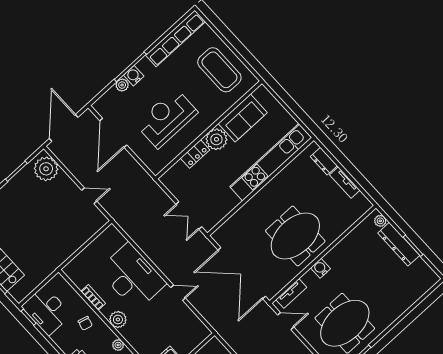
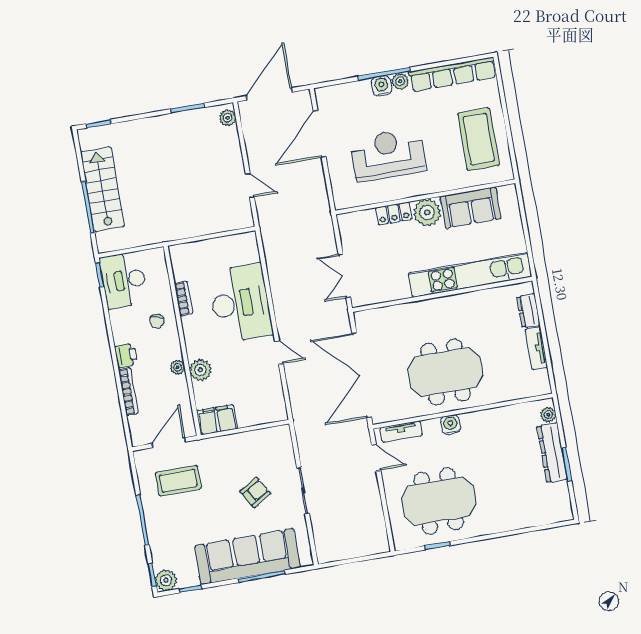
plant: (122, 85) -> (400, 81), moved
plant: (46, 169) -> (228, 118), width x0.53, depth x0.53
plant: (118, 319) -> (200, 370), moved

